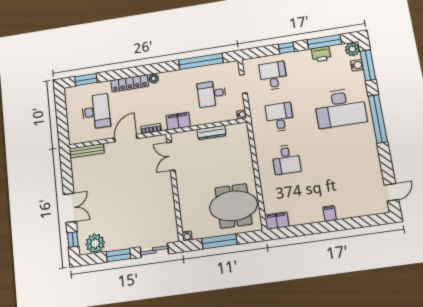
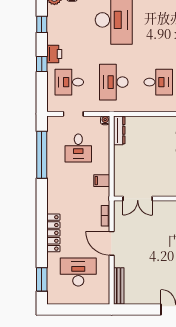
window: (324, 42) -> (42, 24), width x0.46
printer: (321, 54) -> (54, 54), moved
plant: (154, 79) -> (52, 207), removed
desk: (280, 117) -> (114, 82), width x1.37
filing cabinet: (178, 121) -> (102, 181), width x0.50
dresser: (211, 133) -> (119, 130), moved

